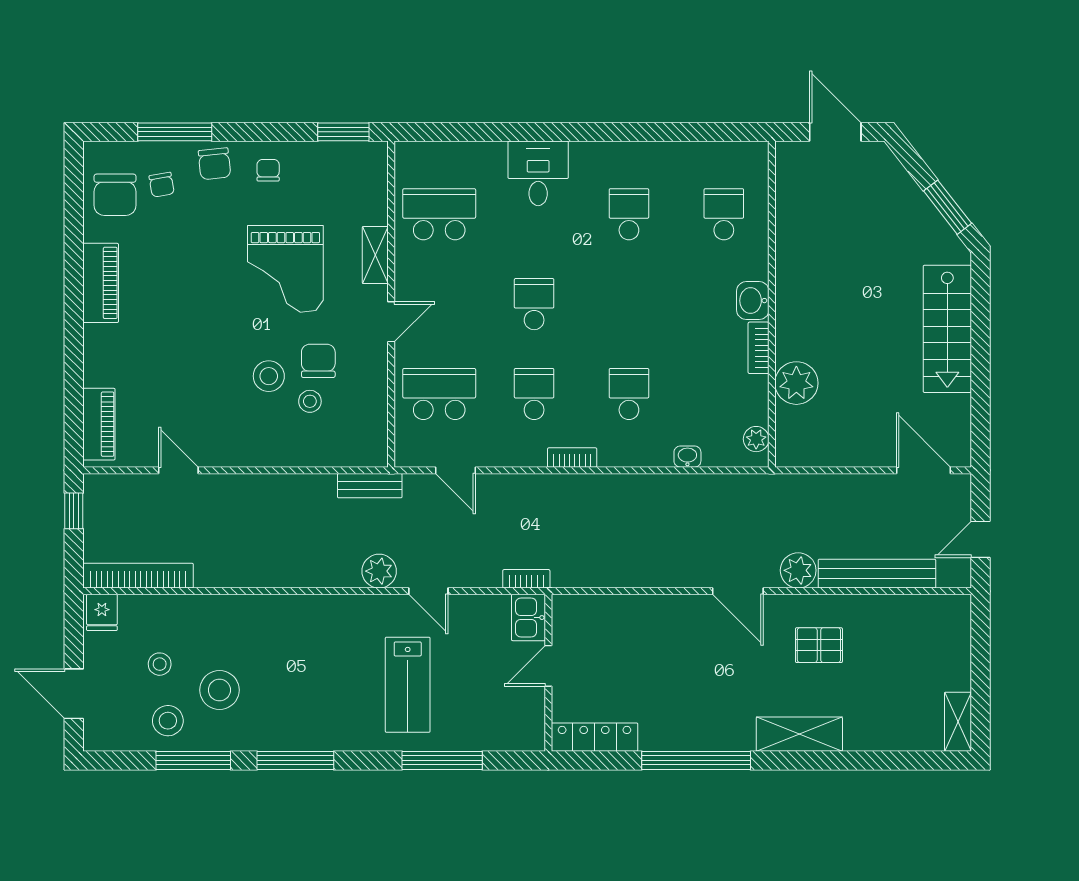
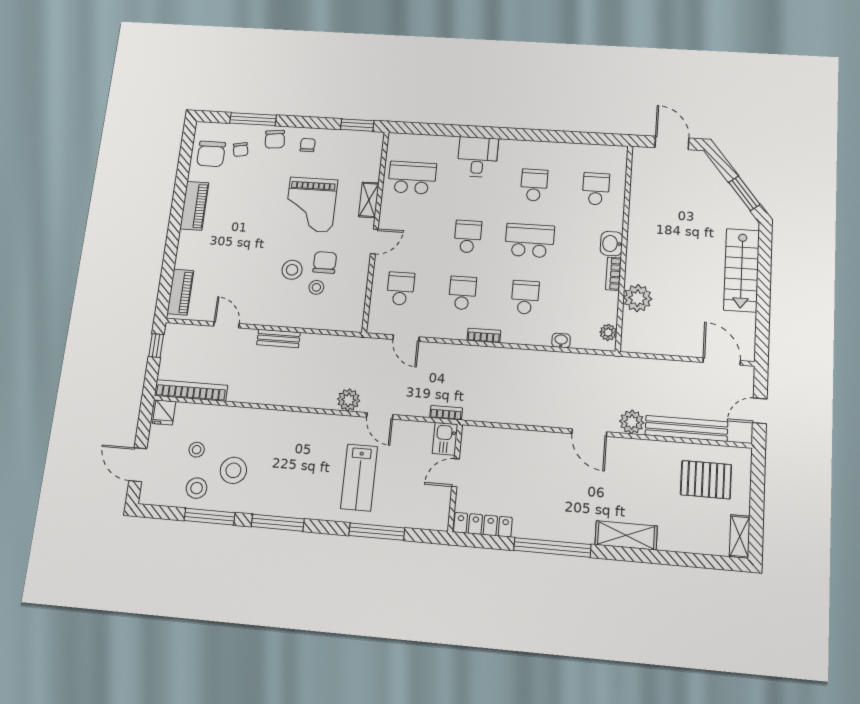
school desk: (629, 304) -> (530, 241), added
school desk: (439, 394) -> (400, 289), width x0.54
bench: (370, 486) -> (278, 339), moved
pallet: (819, 645) -> (706, 480), moved, width x1.50, depth x1.42

